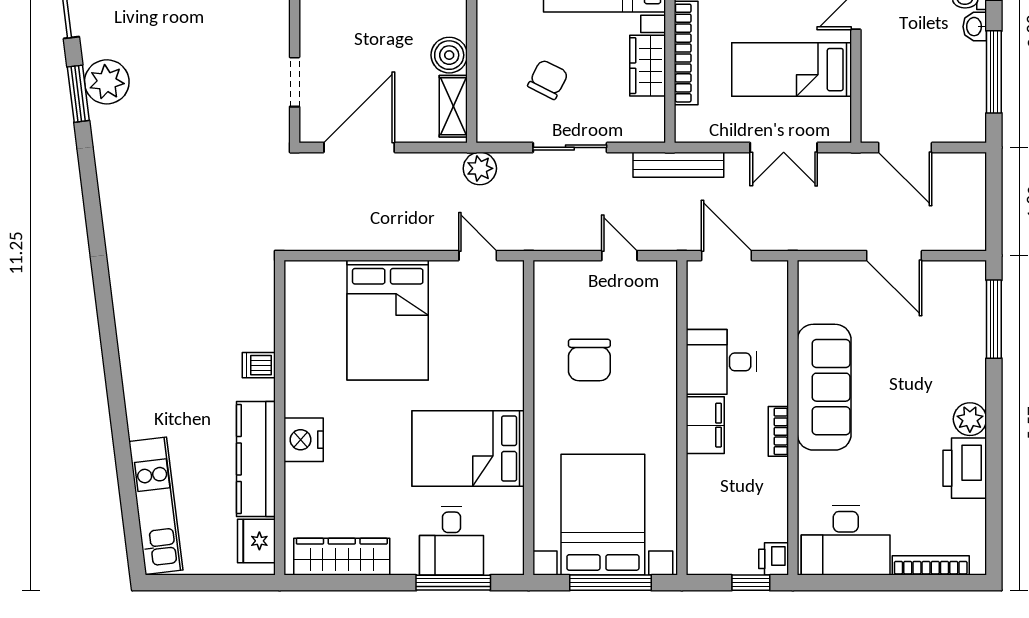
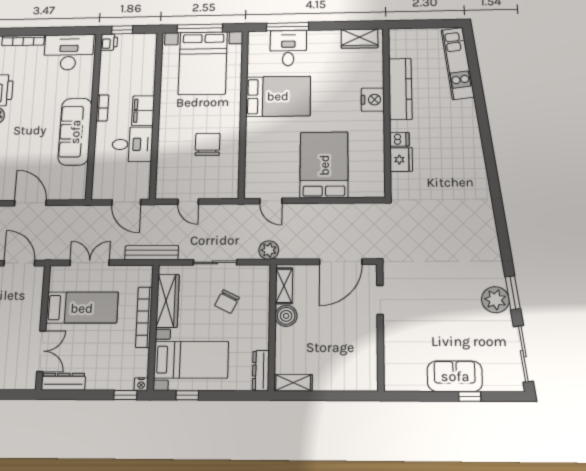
wardrobe: (648, 66) -> (168, 301), width x1.50
fridge: (256, 541) -> (401, 160), moved
wardrobe: (342, 557) -> (360, 39), width x0.67

